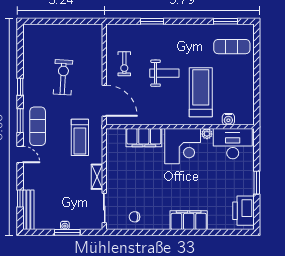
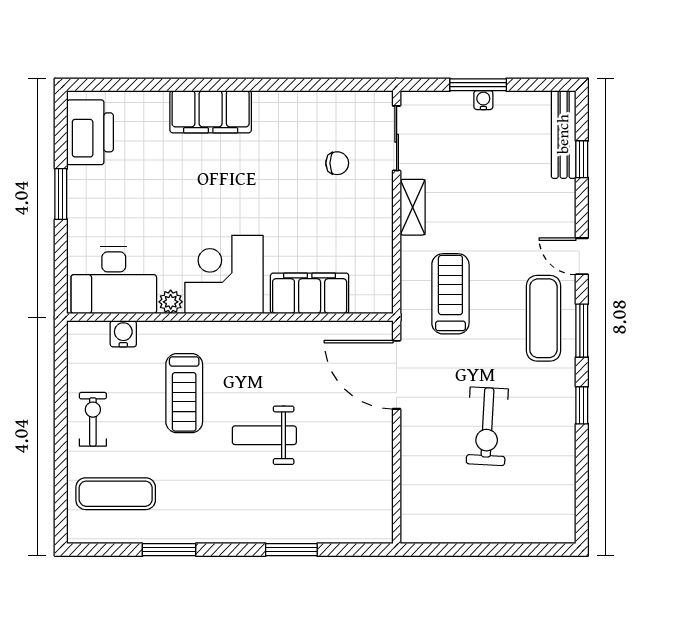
window: (225, 21) -> (169, 550), moved
exercise bike: (124, 64) -> (93, 419), moved
treadmill: (201, 92) -> (184, 393), width x0.73, depth x0.73
chair: (134, 217) -> (337, 163), moved

